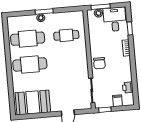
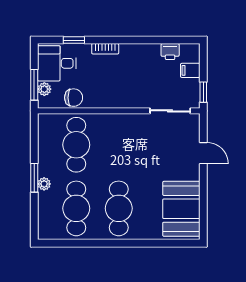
cafe table: (66, 35) -> (76, 145), width x1.37, depth x1.35
chair: (99, 63) -> (74, 98), moved

